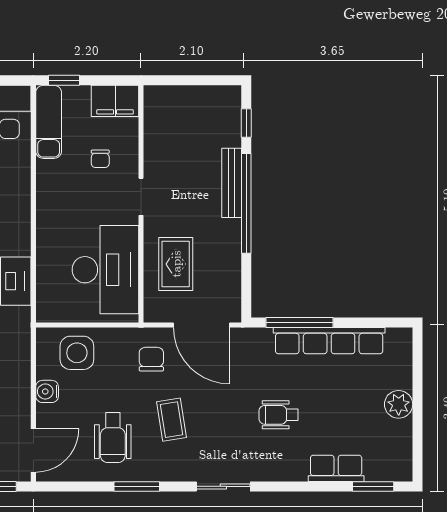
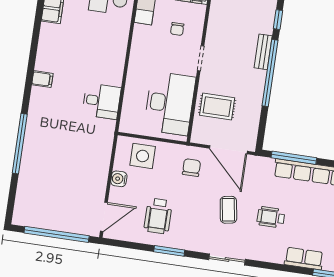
bench: (232, 183) -> (263, 52), width x0.73
rug: (176, 264) -> (217, 107), turned 90
coffee table: (171, 420) -> (228, 210), moved

